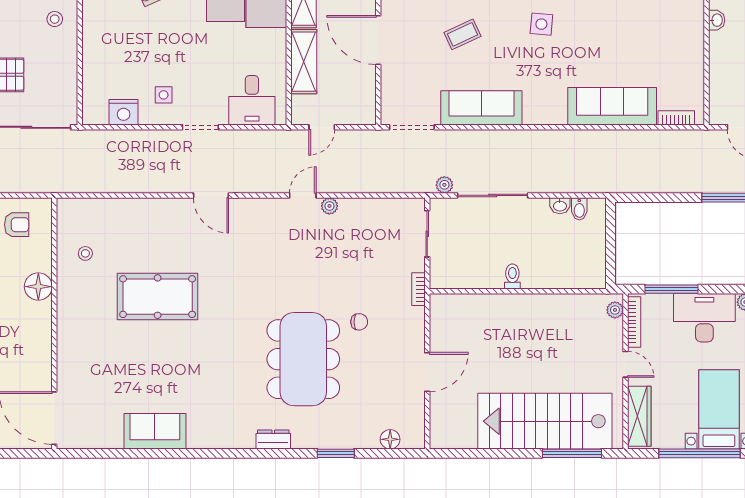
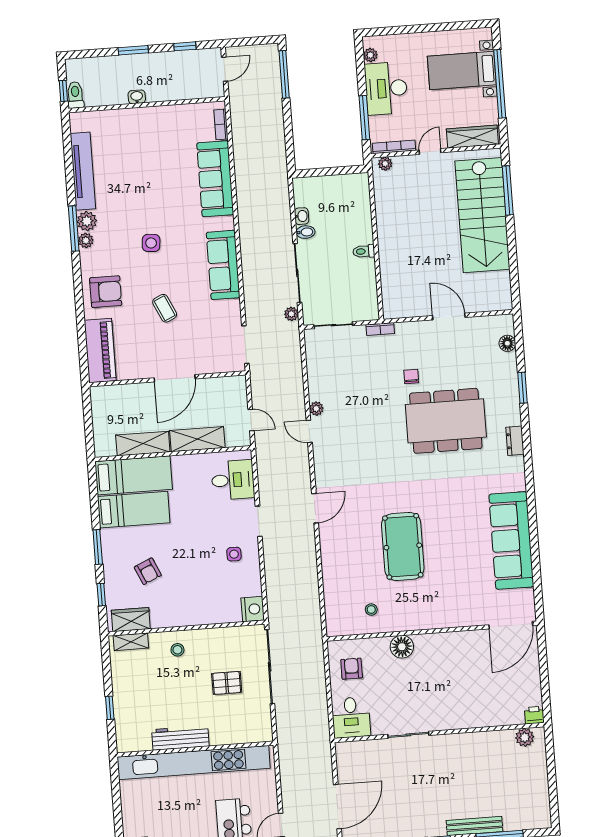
sofa: (481, 108) -> (223, 265), moved
nightstand: (124, 112) -> (253, 609), moved
bidet: (579, 209) -> (305, 232), moved
sofa: (155, 431) -> (511, 540), width x1.85, depth x1.27

